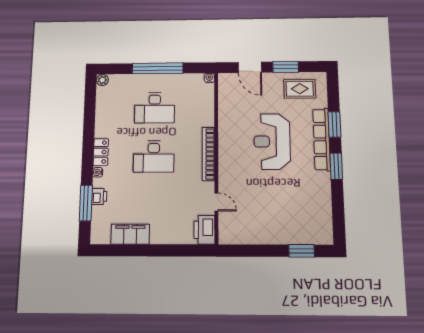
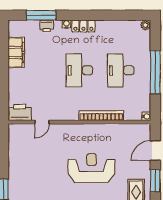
bookcase: (208, 154) -> (101, 116), moved

